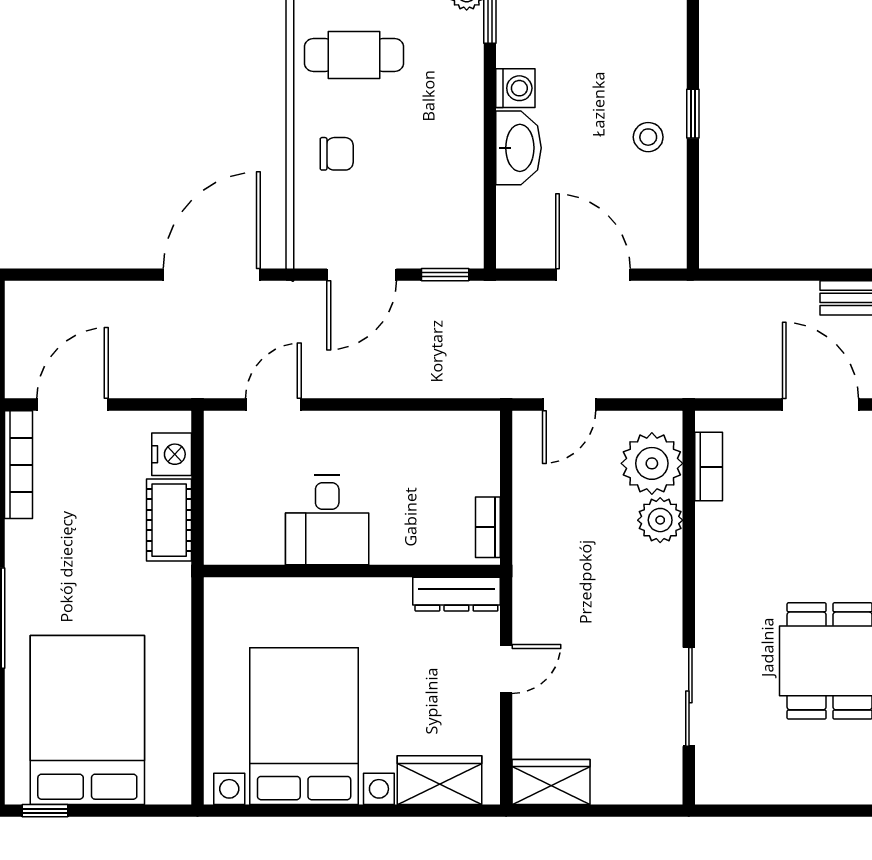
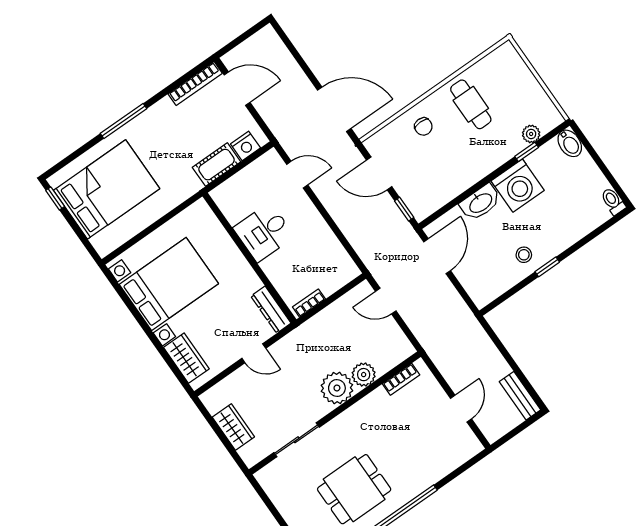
washing machine: (515, 88) -> (518, 186), width x1.89, depth x1.89
door: (593, 275) -> (437, 256), moved
door: (821, 405) -> (461, 409), width x0.73
plant: (652, 463) -> (337, 388), moved
wardrobe: (551, 782) -> (233, 427), moved

